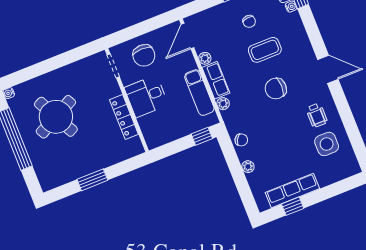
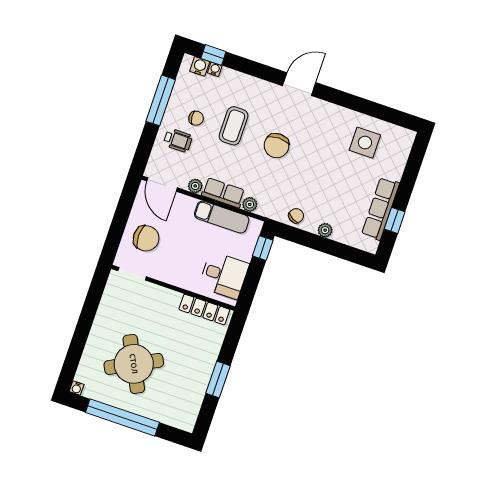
desk: (146, 96) -> (224, 275), moved, turned -90
wheelchair: (317, 115) -> (178, 140), moved
locker: (124, 117) -> (204, 309), moved

